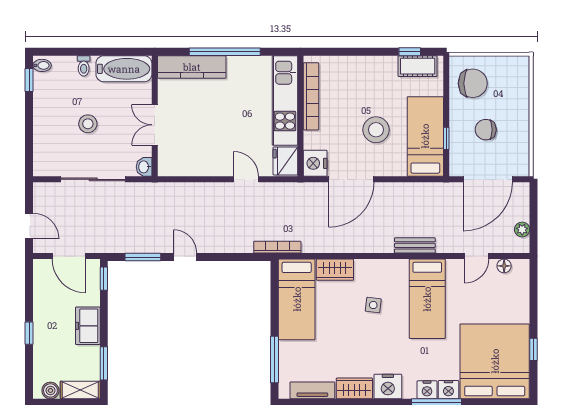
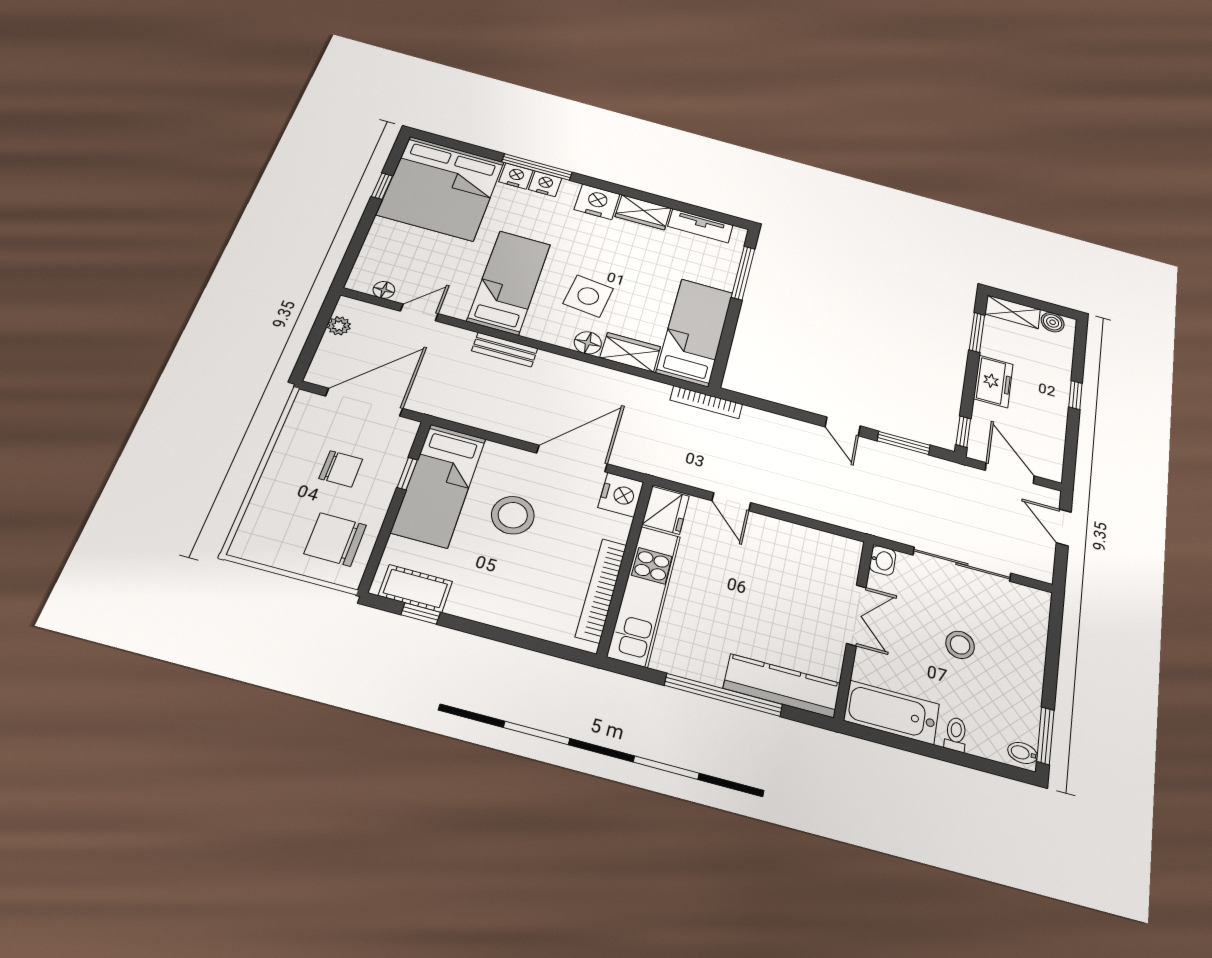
window: (29, 80) -> (1045, 736), width x1.50
floor lamp: (364, 268) -> (588, 343), added
side table: (373, 305) -> (588, 296), width x1.87, depth x1.87

